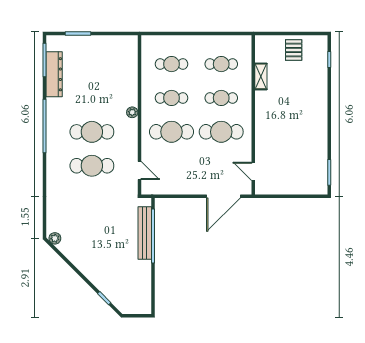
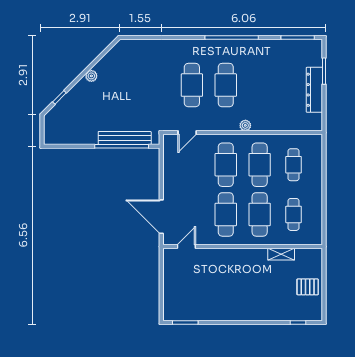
dresser: (54, 74) -> (314, 90), moved, turned 90
cafe table: (172, 98) -> (260, 165), width x1.37, depth x1.35
cafe table: (221, 98) -> (260, 214), width x1.37, depth x1.35
plant: (55, 238) -> (91, 76), moved

